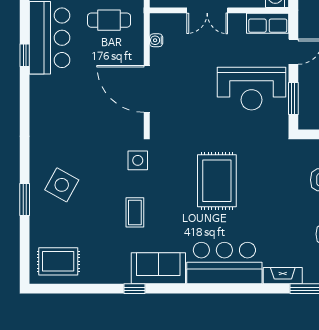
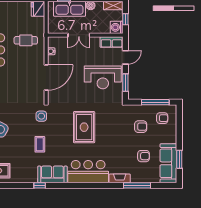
door: (147, 89) -> (46, 78), swing flipped

